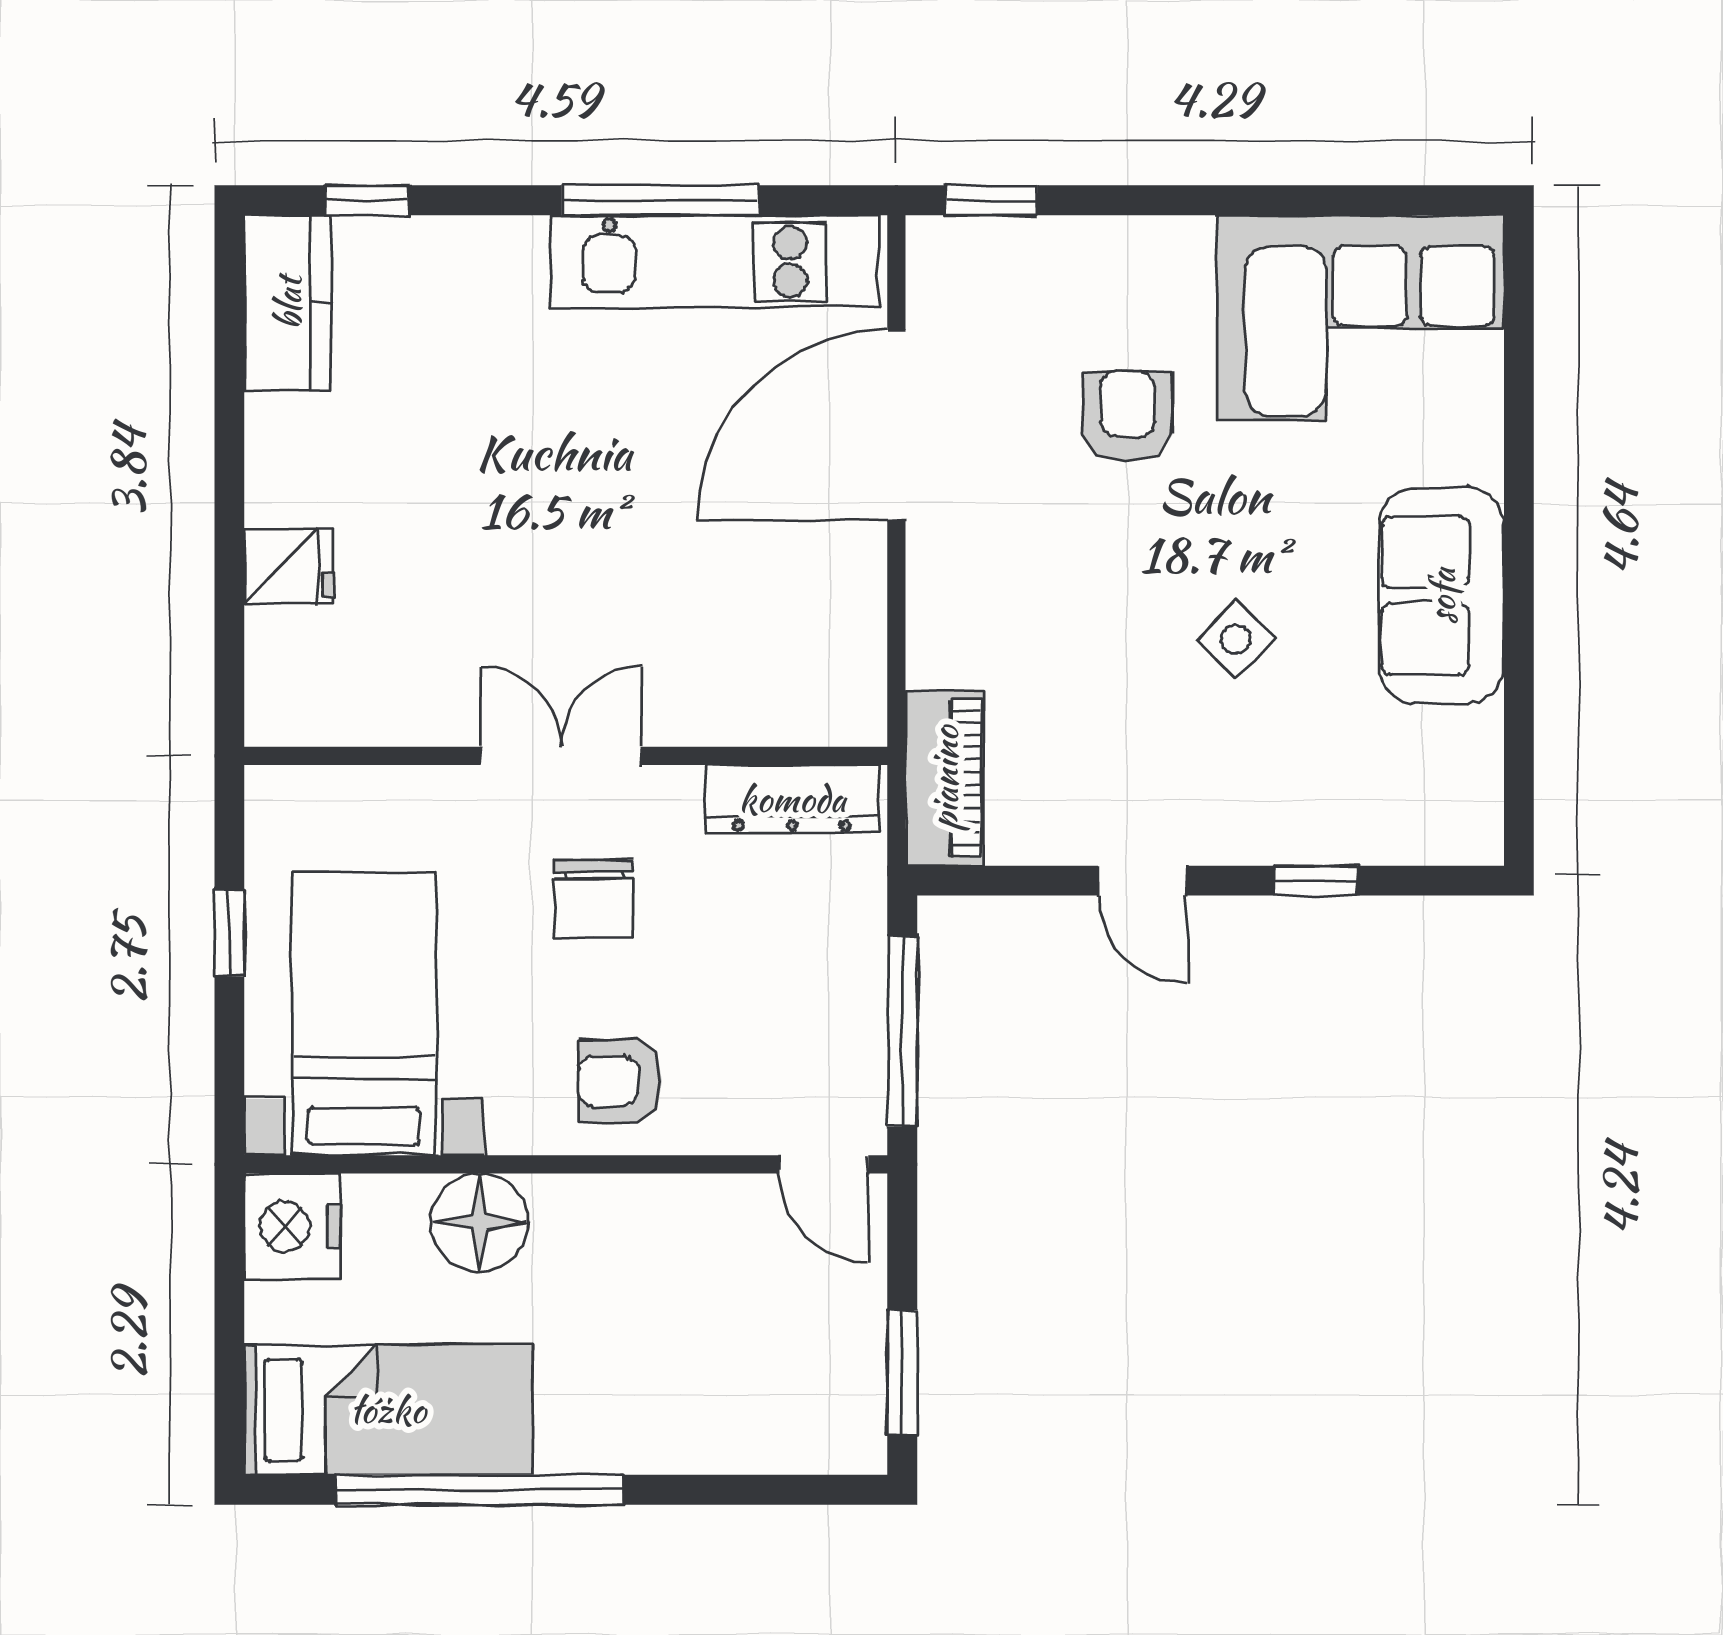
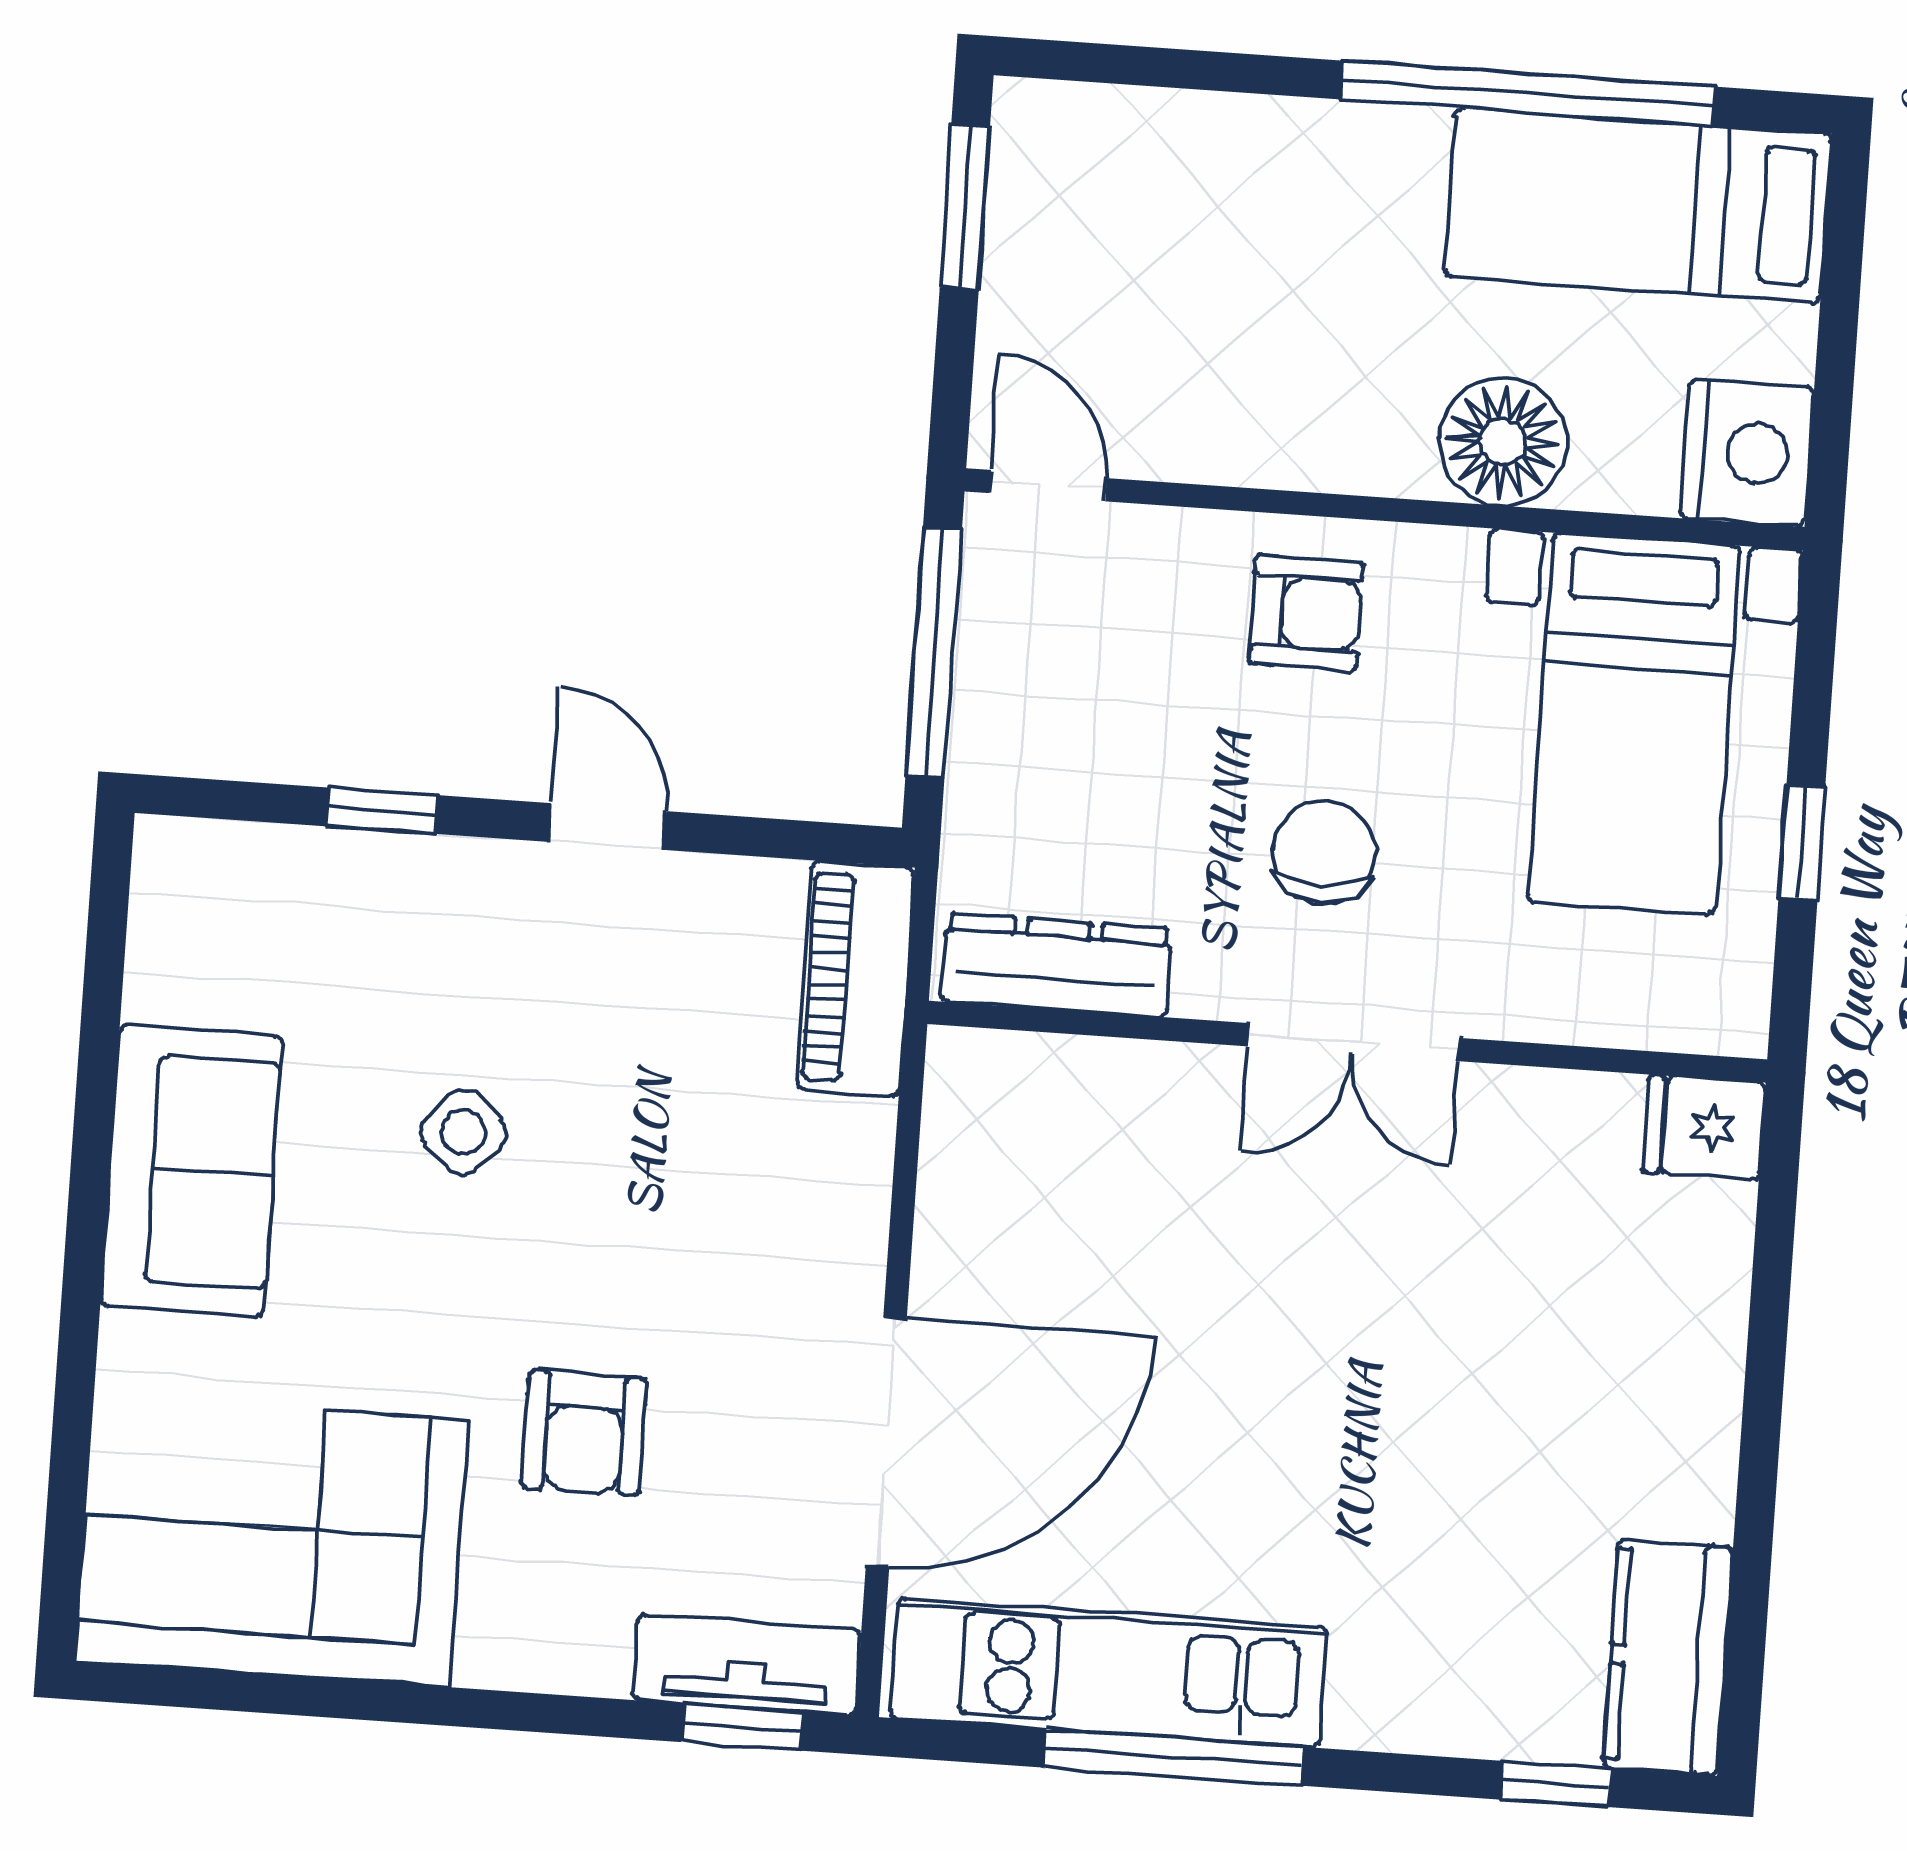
tv unit: (991, 248) -> (747, 1665), added
fridge: (289, 566) -> (1704, 1127), moved

